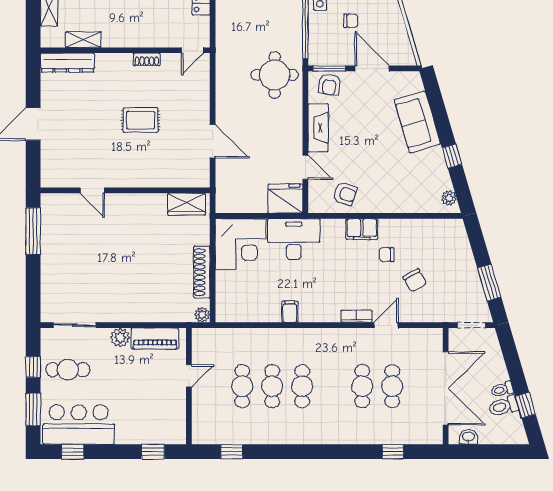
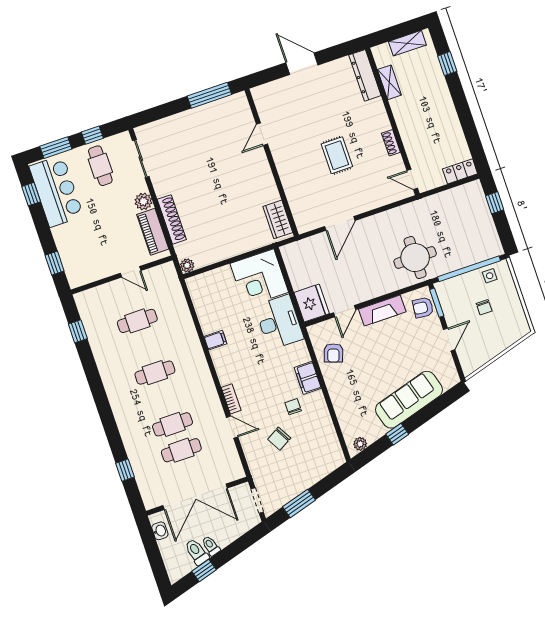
door: (372, 68) -> (449, 340), width x0.73
sofa: (417, 122) -> (409, 400), width x1.36
shoe rack: (202, 272) -> (172, 219), moved, turned 90
cafe table: (272, 386) -> (146, 347), removed

